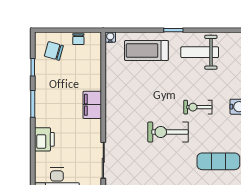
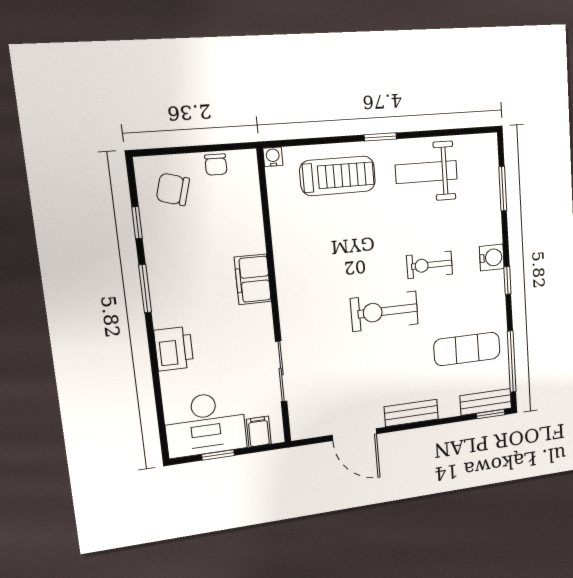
treadmill: (146, 50) -> (338, 176), turned 180

